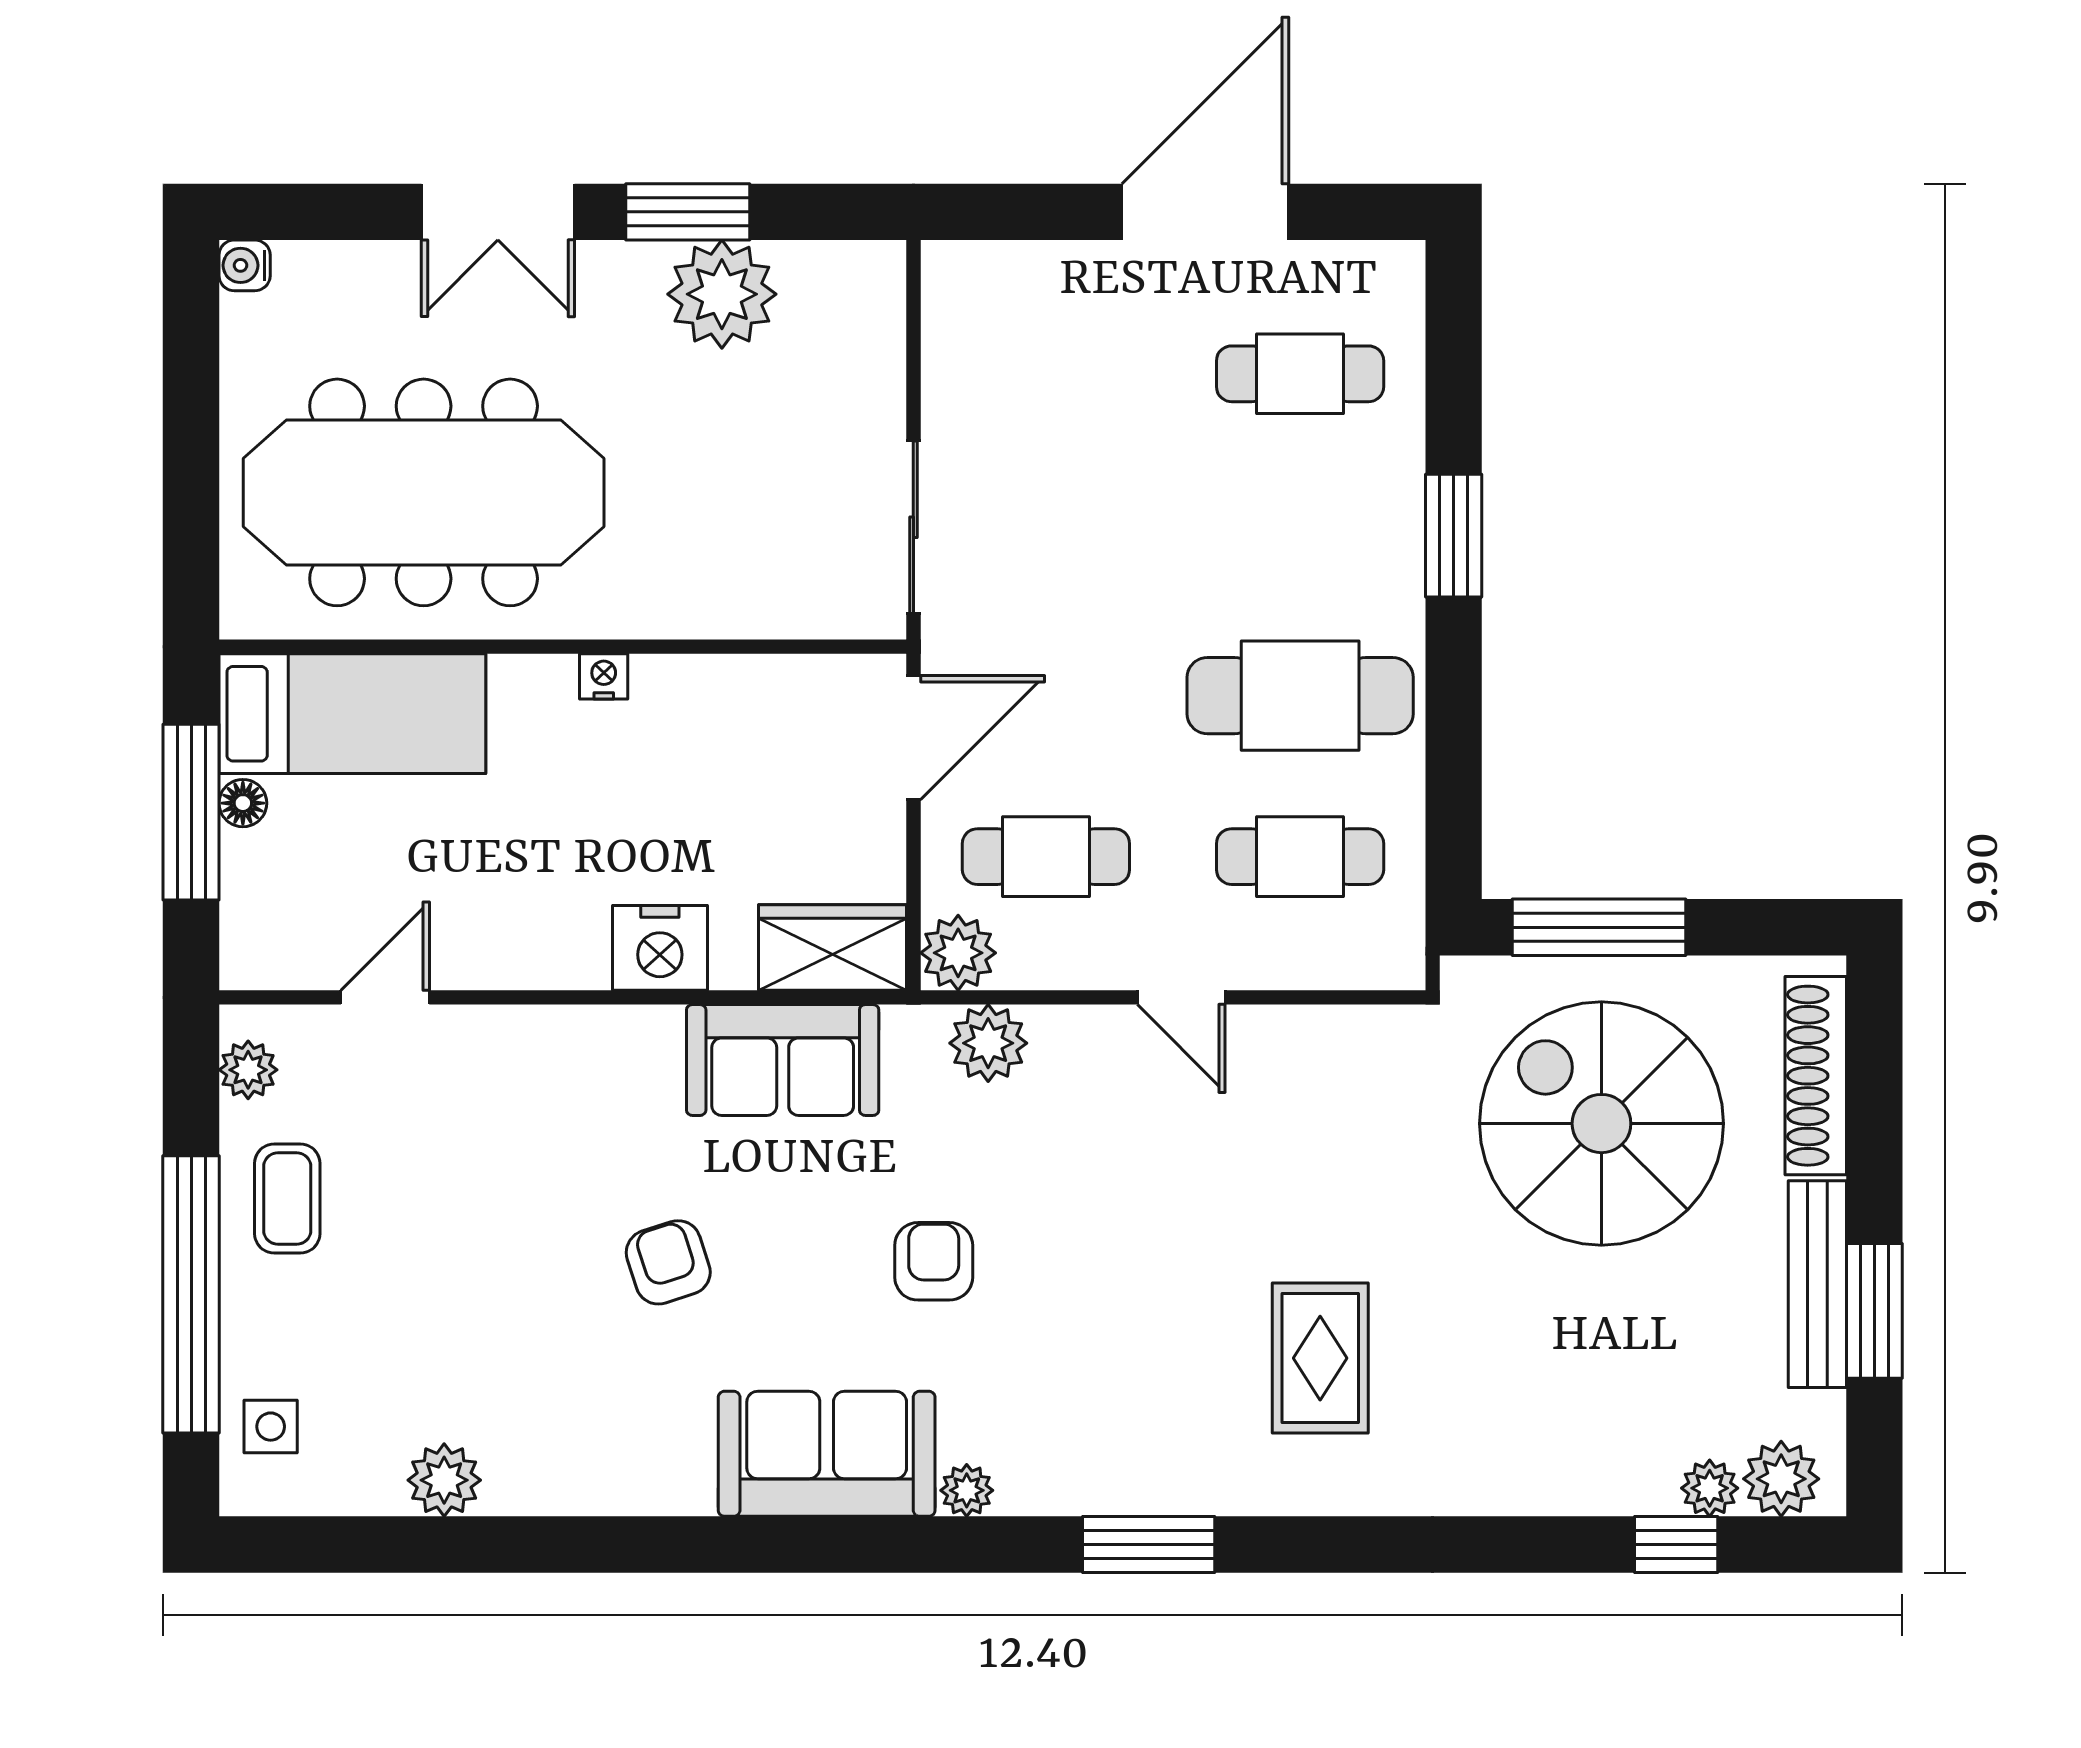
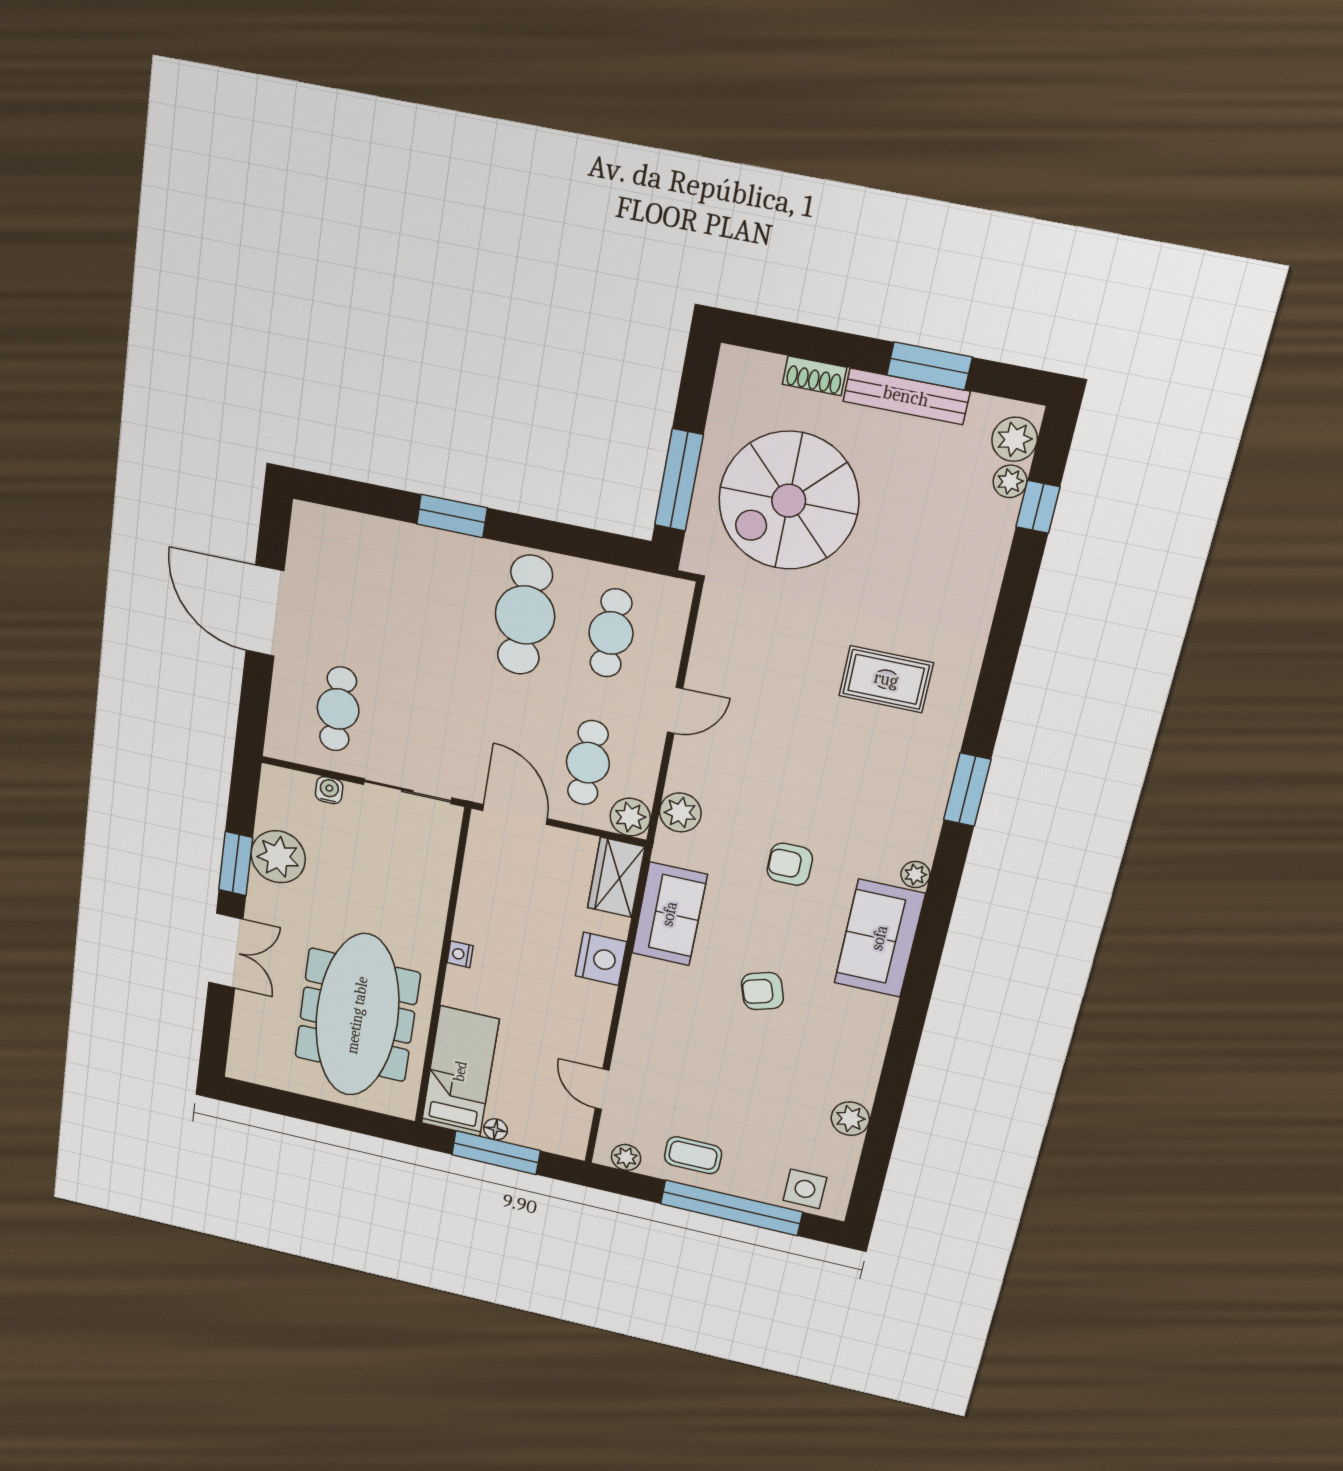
water cooler: (245, 265) -> (329, 790), moved, turned 180
cafe table: (1300, 374) -> (338, 709), moved
shoe rack: (1816, 1076) -> (814, 376), width x0.51, depth x0.81
side table: (271, 1427) -> (805, 1189), width x1.37, depth x1.37

